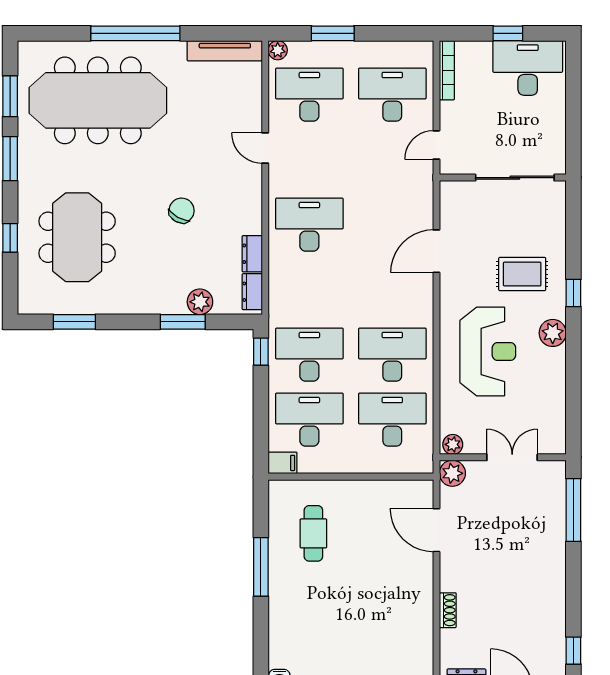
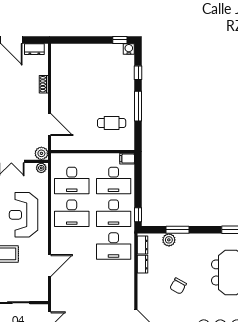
desk: (309, 225) -> (114, 246), moved
cafe table: (313, 533) -> (112, 123), turned 90
window: (261, 633) -> (138, 73), added

